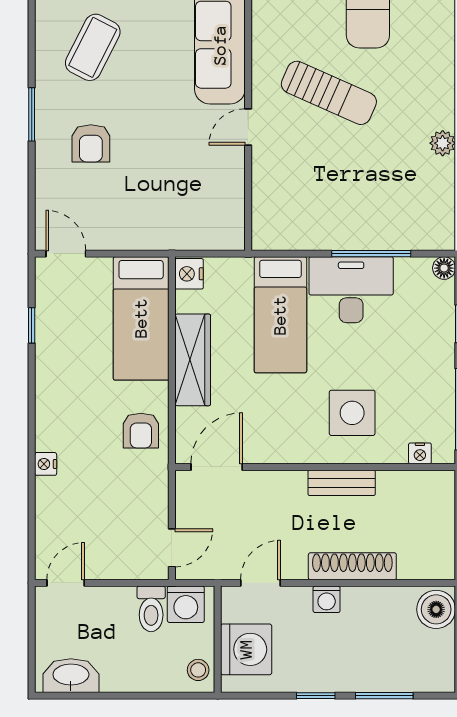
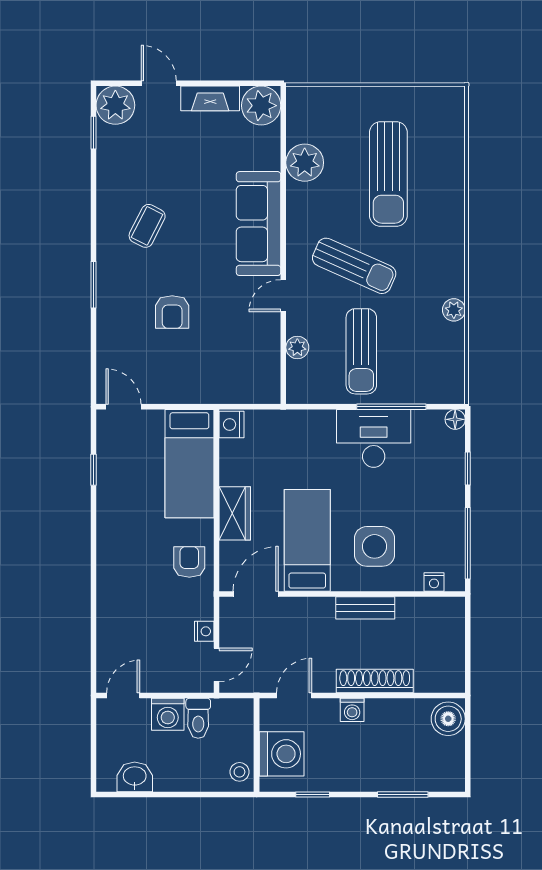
coffee table: (93, 47) -> (147, 226), width x0.73, depth x0.77
armchair: (91, 143) -> (172, 312), moved
plant: (264, 186) -> (297, 347), added
sun lounger: (337, 190) -> (361, 351), added
bed: (280, 315) -> (307, 540), moved, turned 180
wardrobe: (193, 360) -> (235, 513), width x0.67
armchair: (141, 431) -> (189, 562), turned 180
nightstand: (46, 464) -> (204, 631), moved, turned 180
washing machine: (186, 604) -> (168, 714), moved
washbasin: (71, 676) -> (135, 777), width x0.72
window: (316, 696) -> (313, 794), moved

